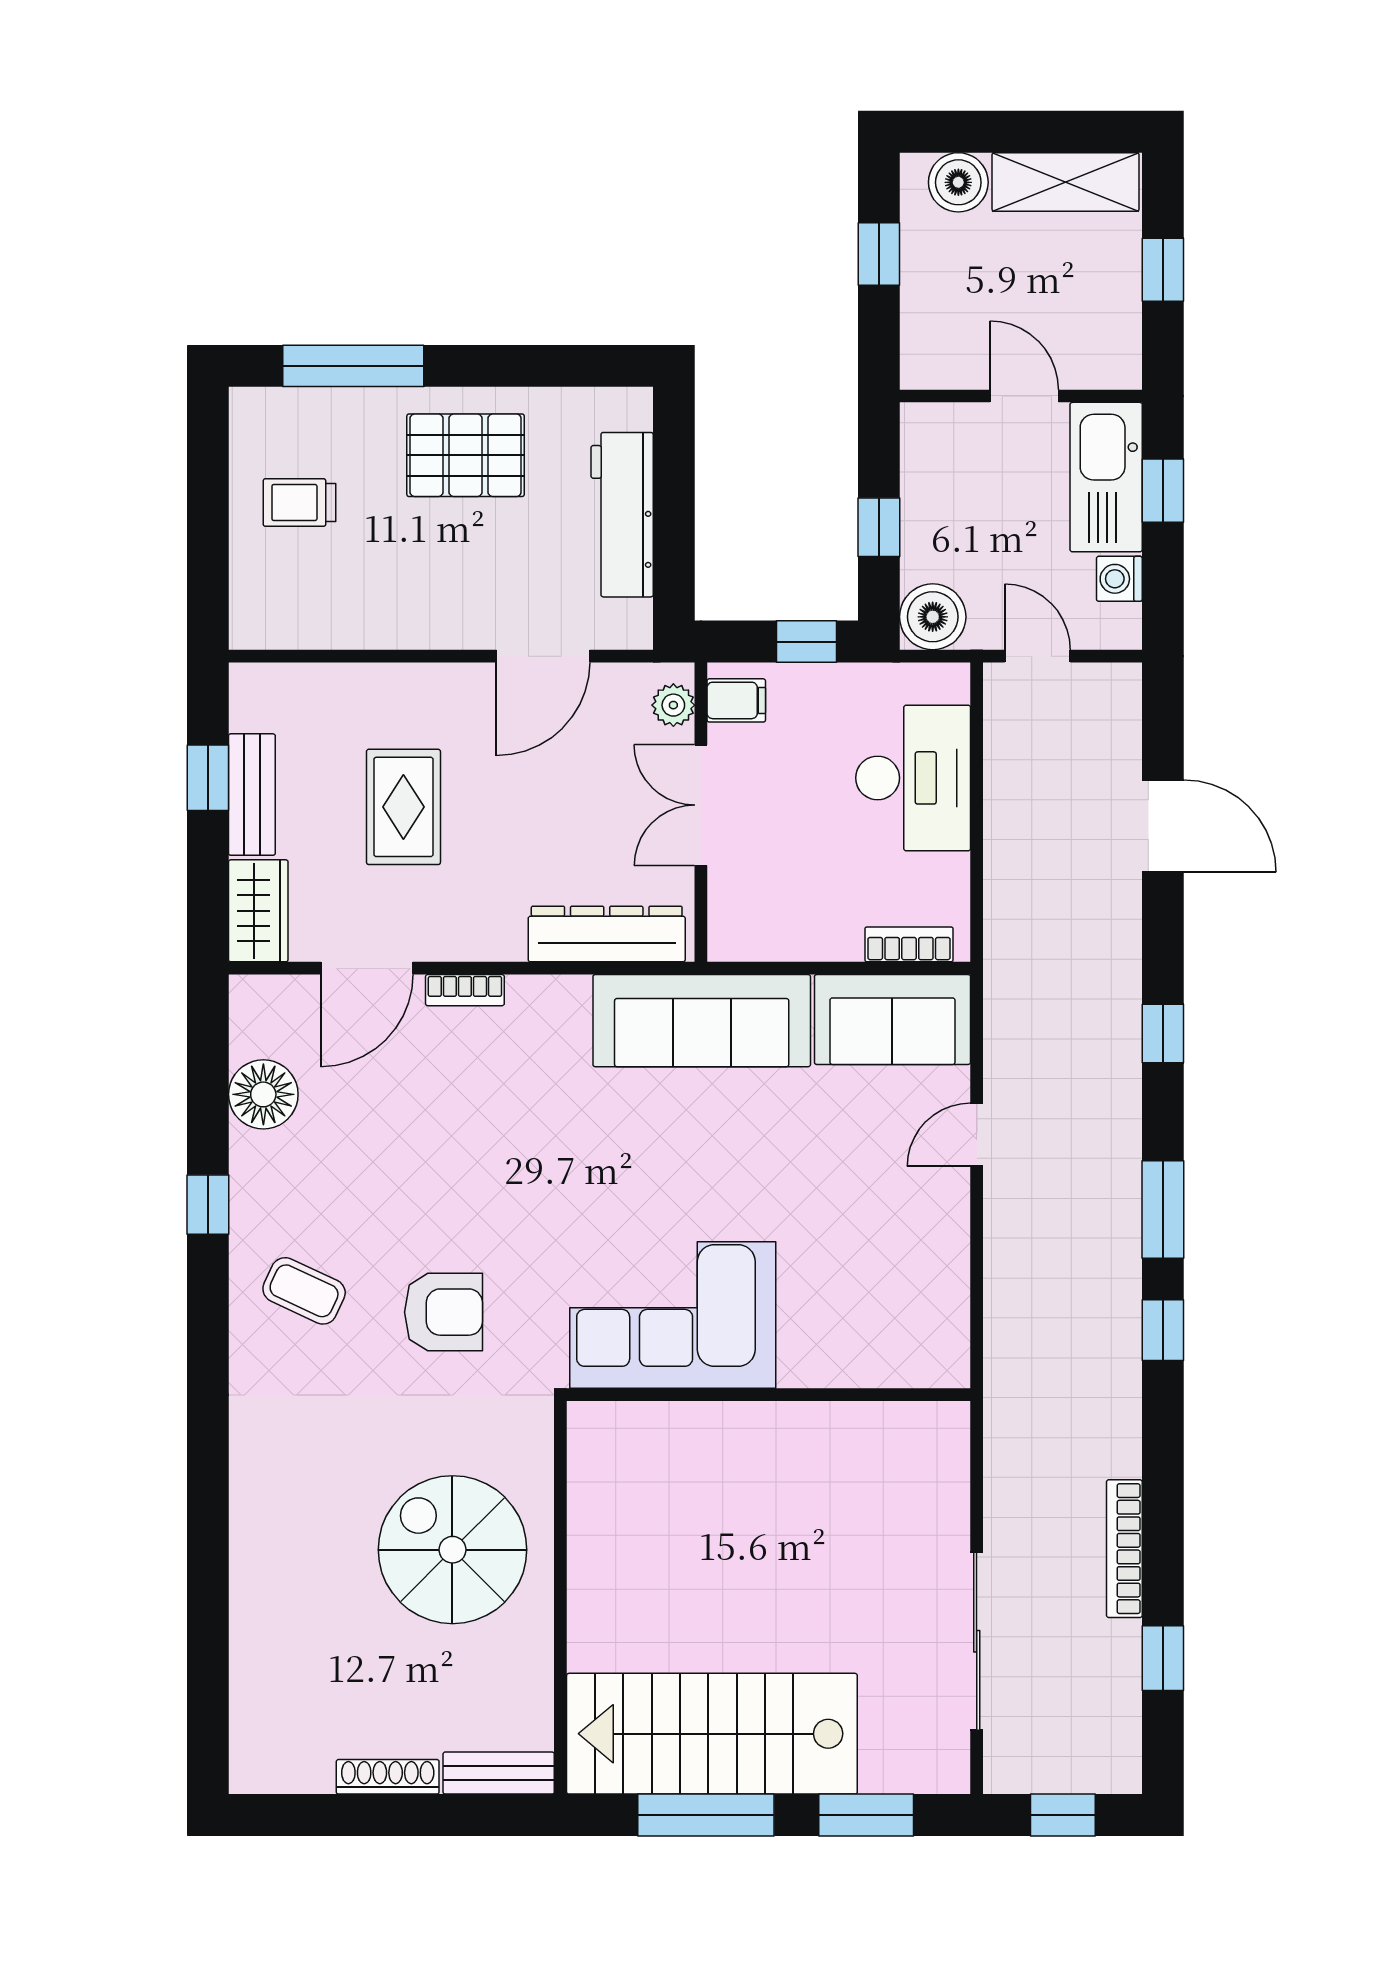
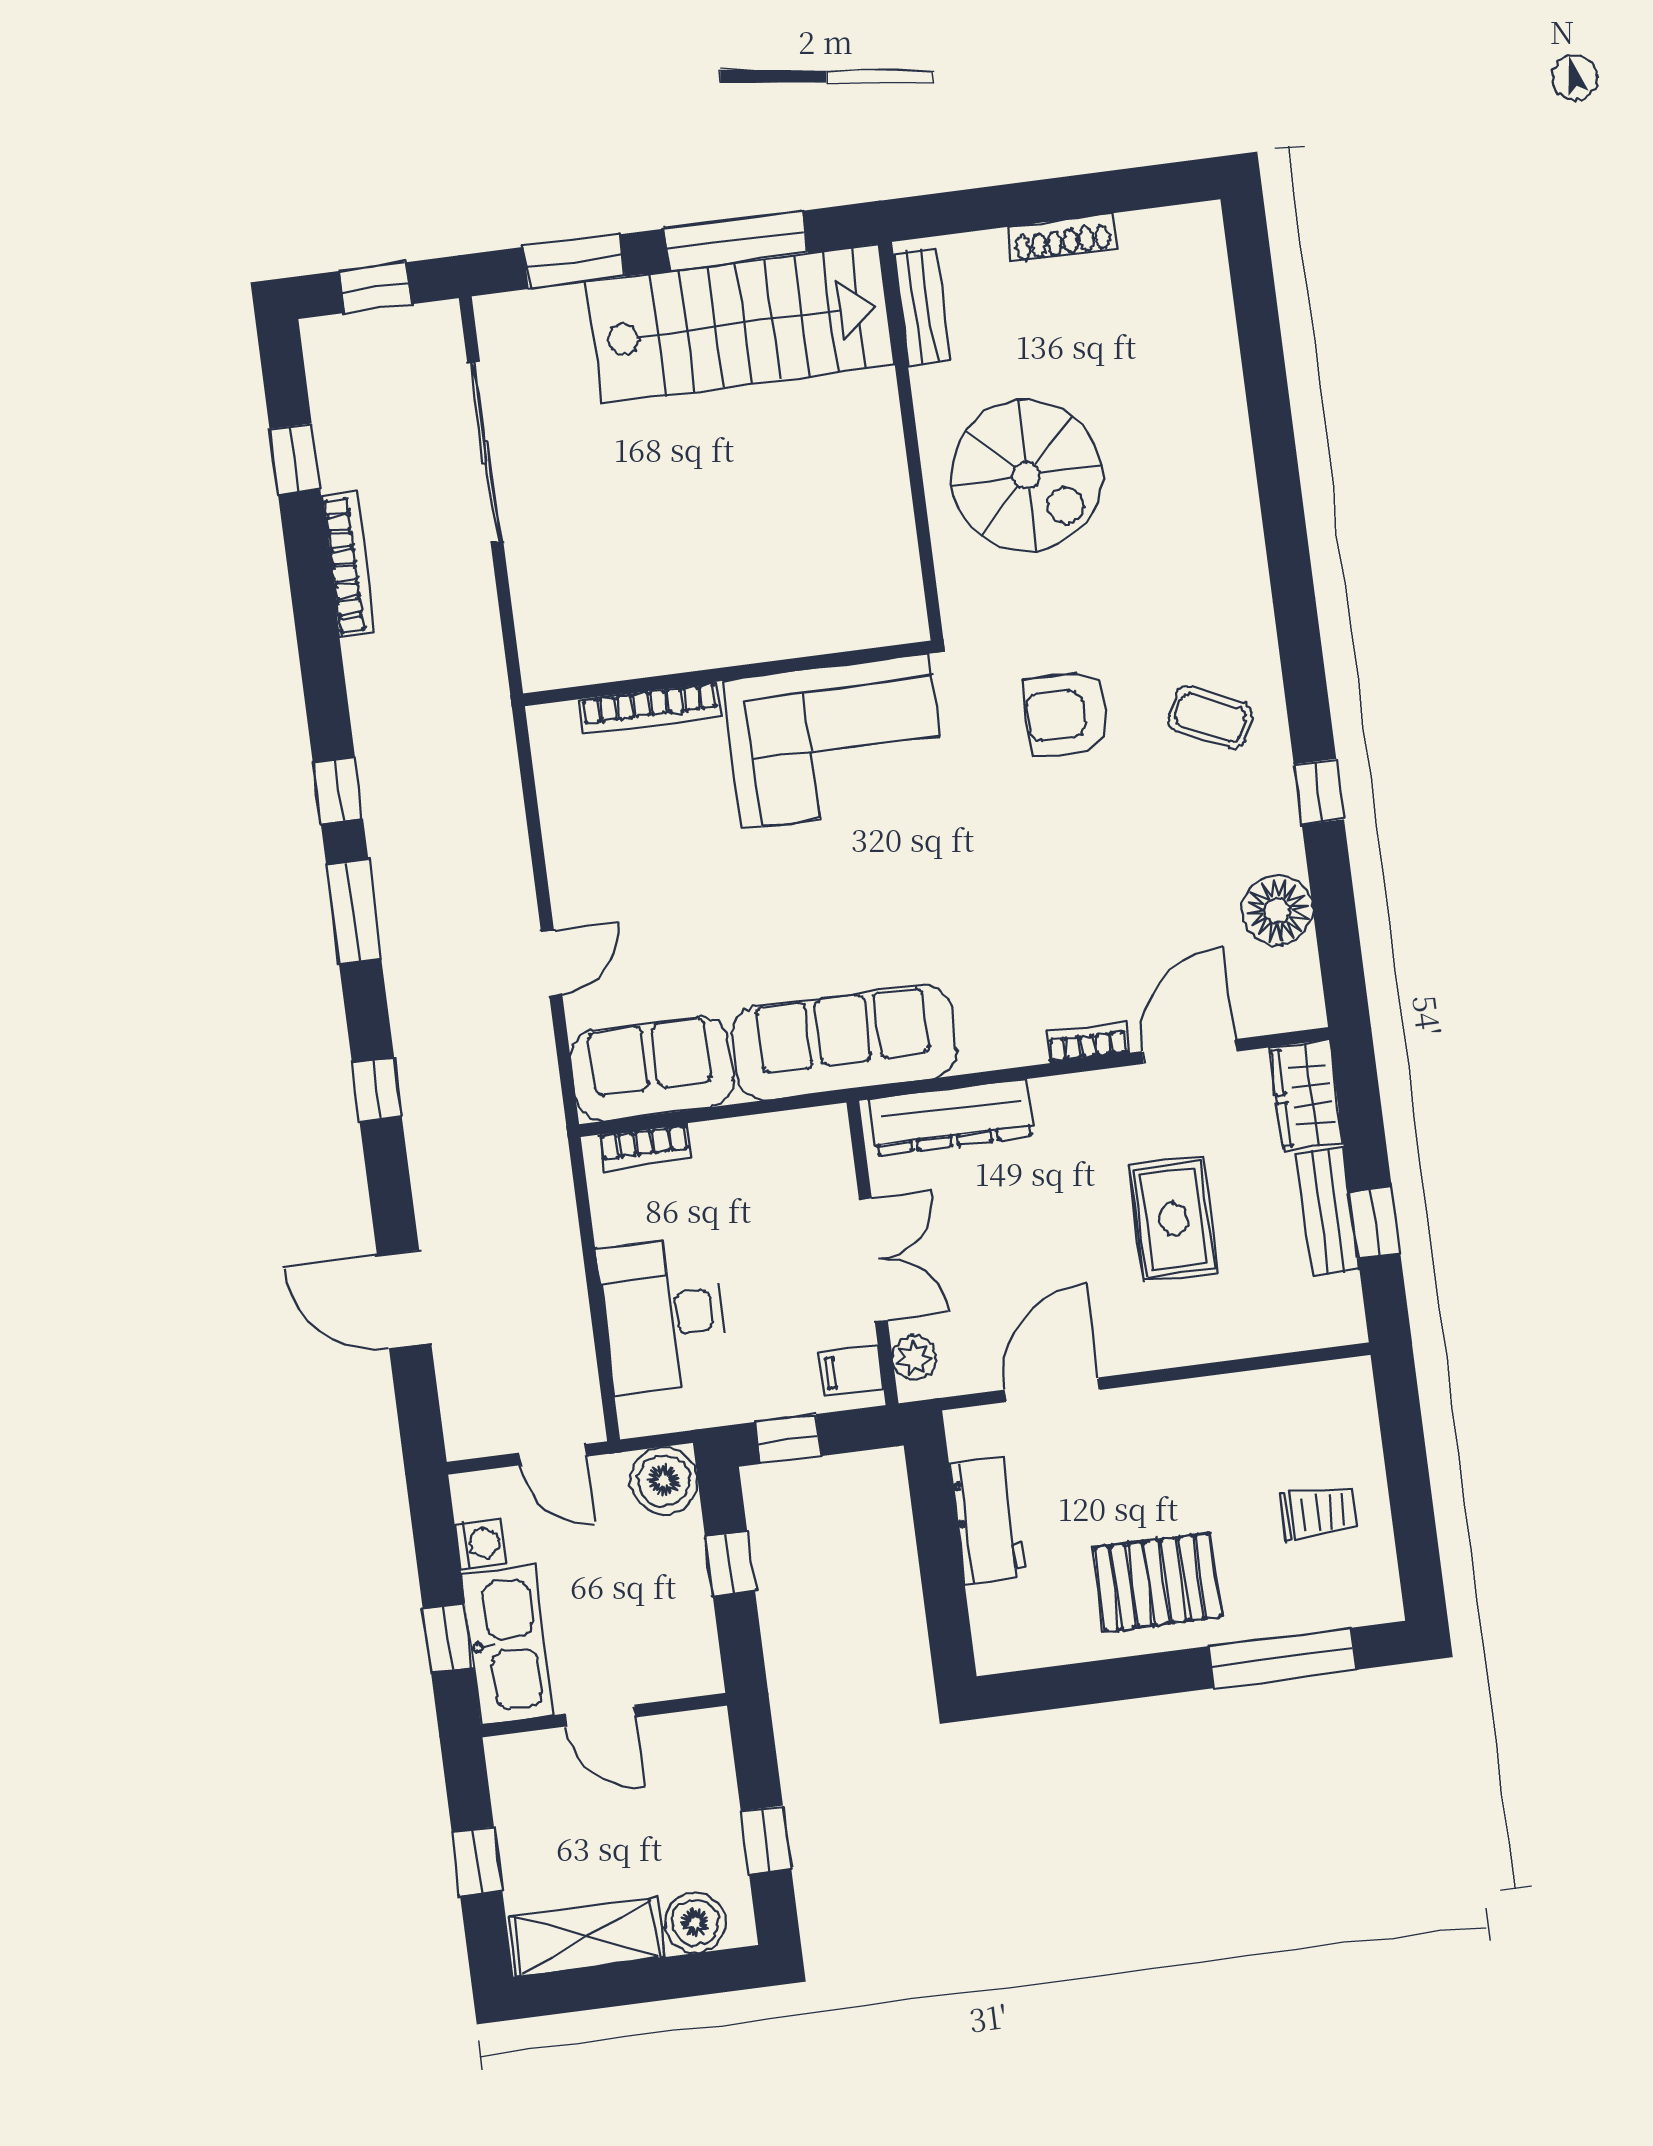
workbench: (622, 515) -> (988, 1520), width x0.73
bookcase: (848, 1371) -> (650, 708), added
bench: (499, 1773) -> (922, 307), moved, turned 90

